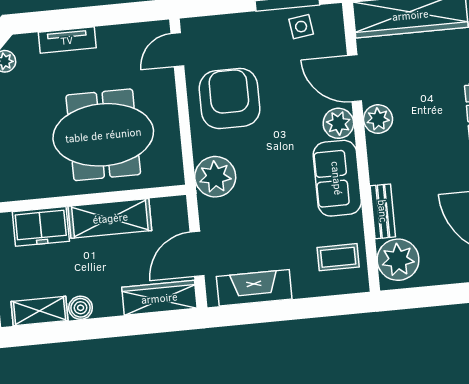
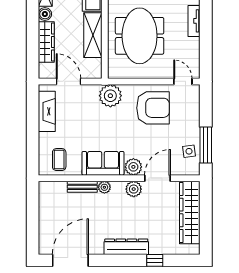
plant: (398, 260) -> (104, 187), moved, width x0.53, depth x0.53
wardrobe: (159, 298) -> (46, 42), moved

